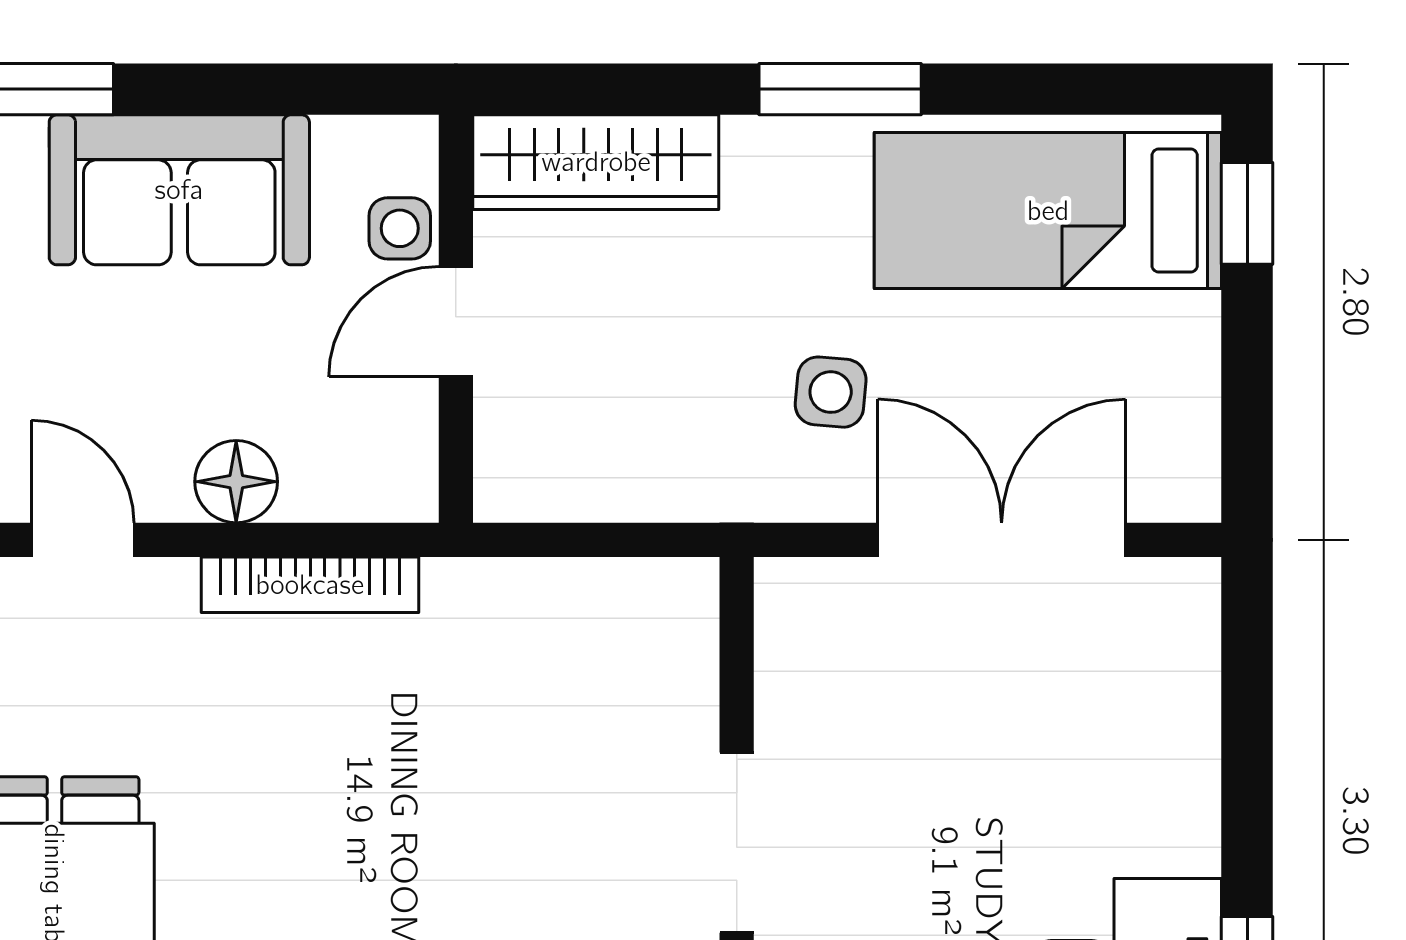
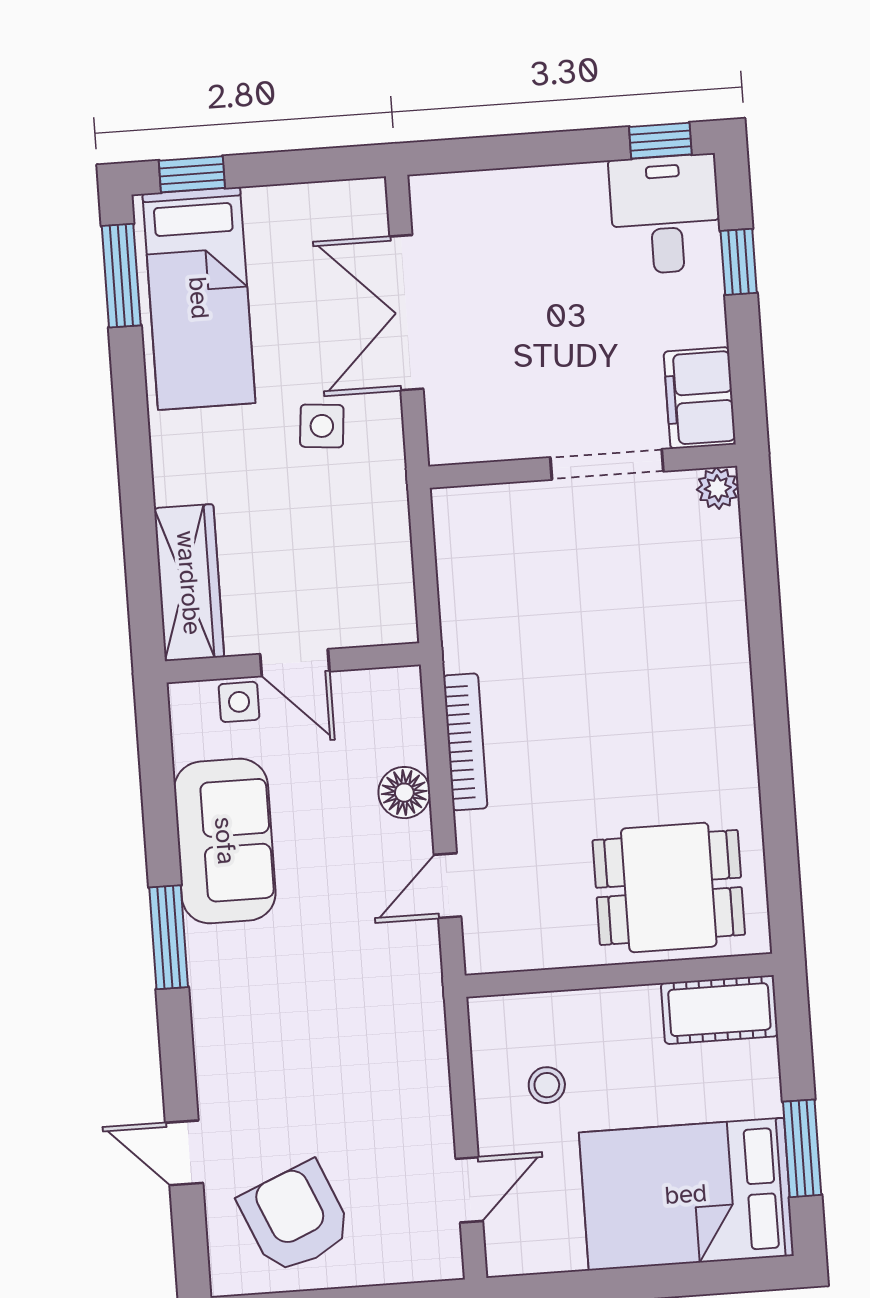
window: (840, 89) -> (121, 276), moved

